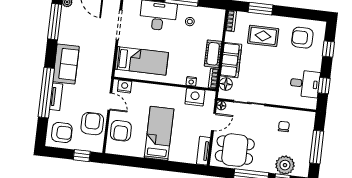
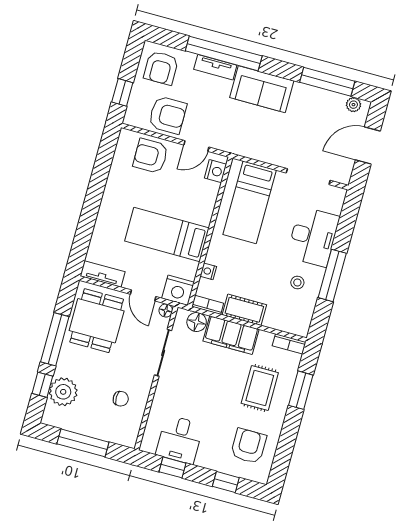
nightstand: (195, 97) -> (178, 290), moved, turned 90
bed: (159, 133) -> (167, 235), moved, turned 180

